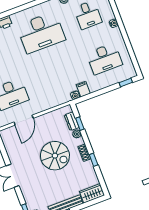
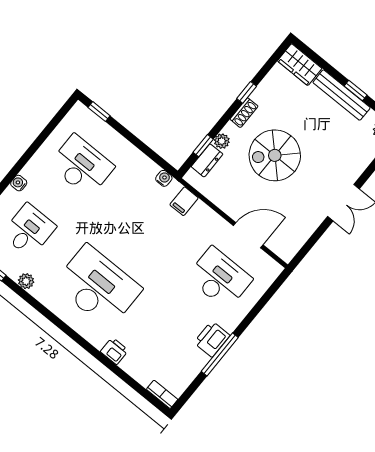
filing cabinet: (83, 89) -> (184, 201), moved
spiral stairs: (55, 156) -> (275, 155), turned -90

